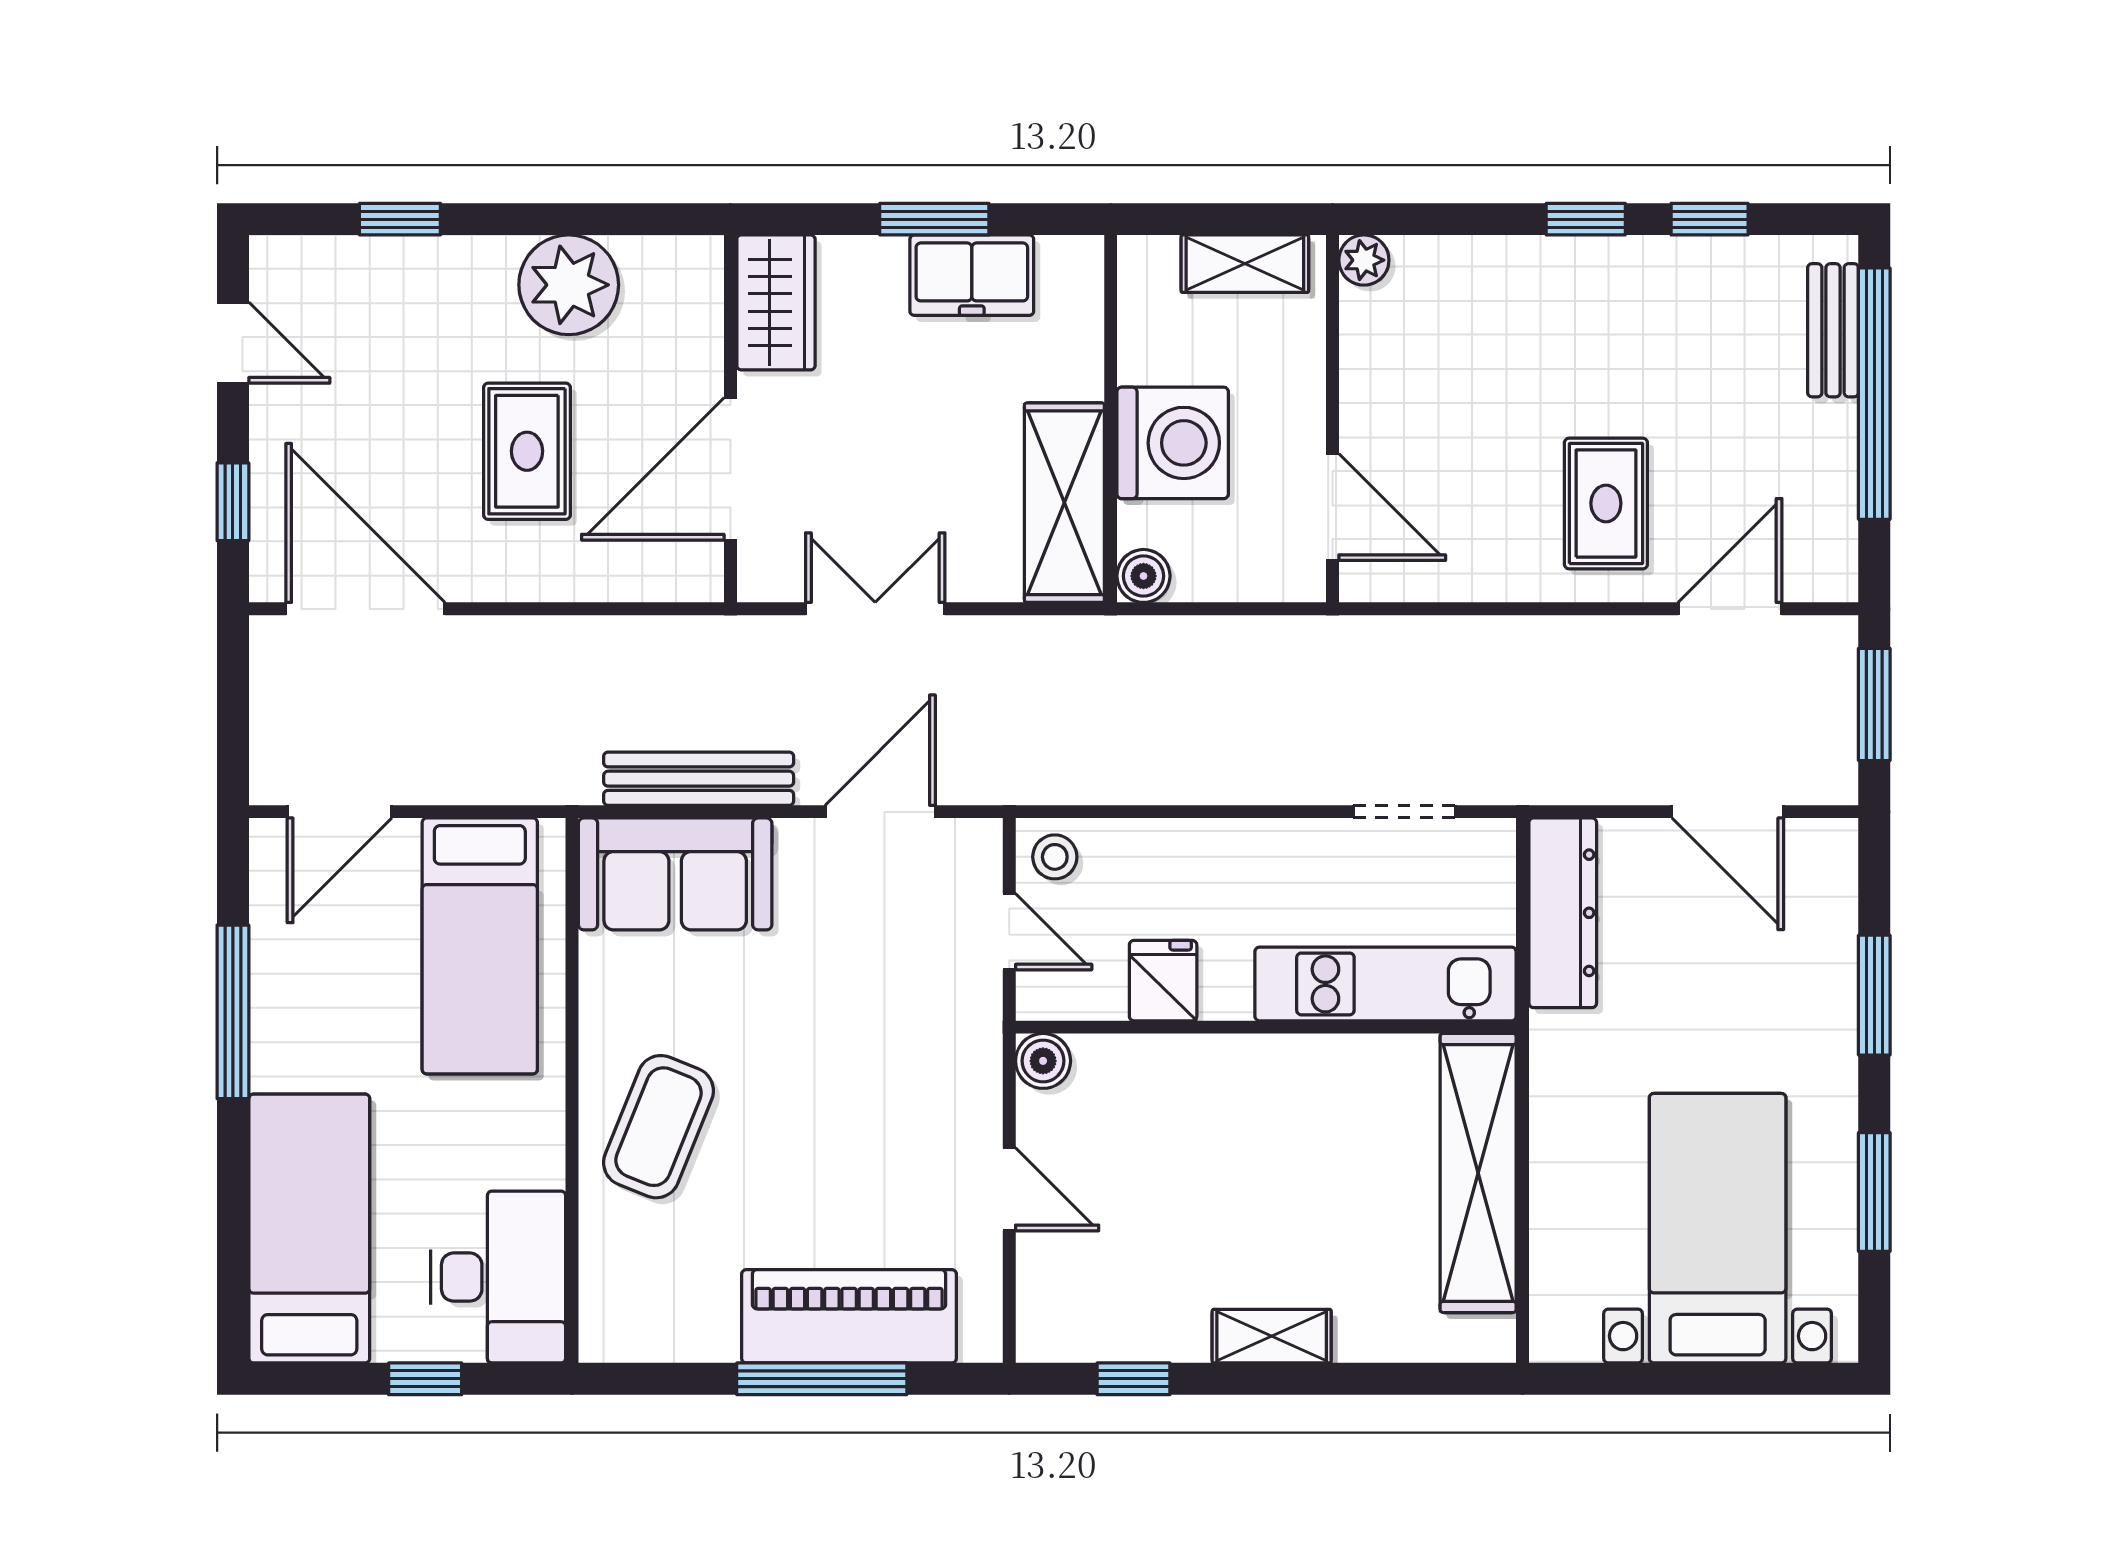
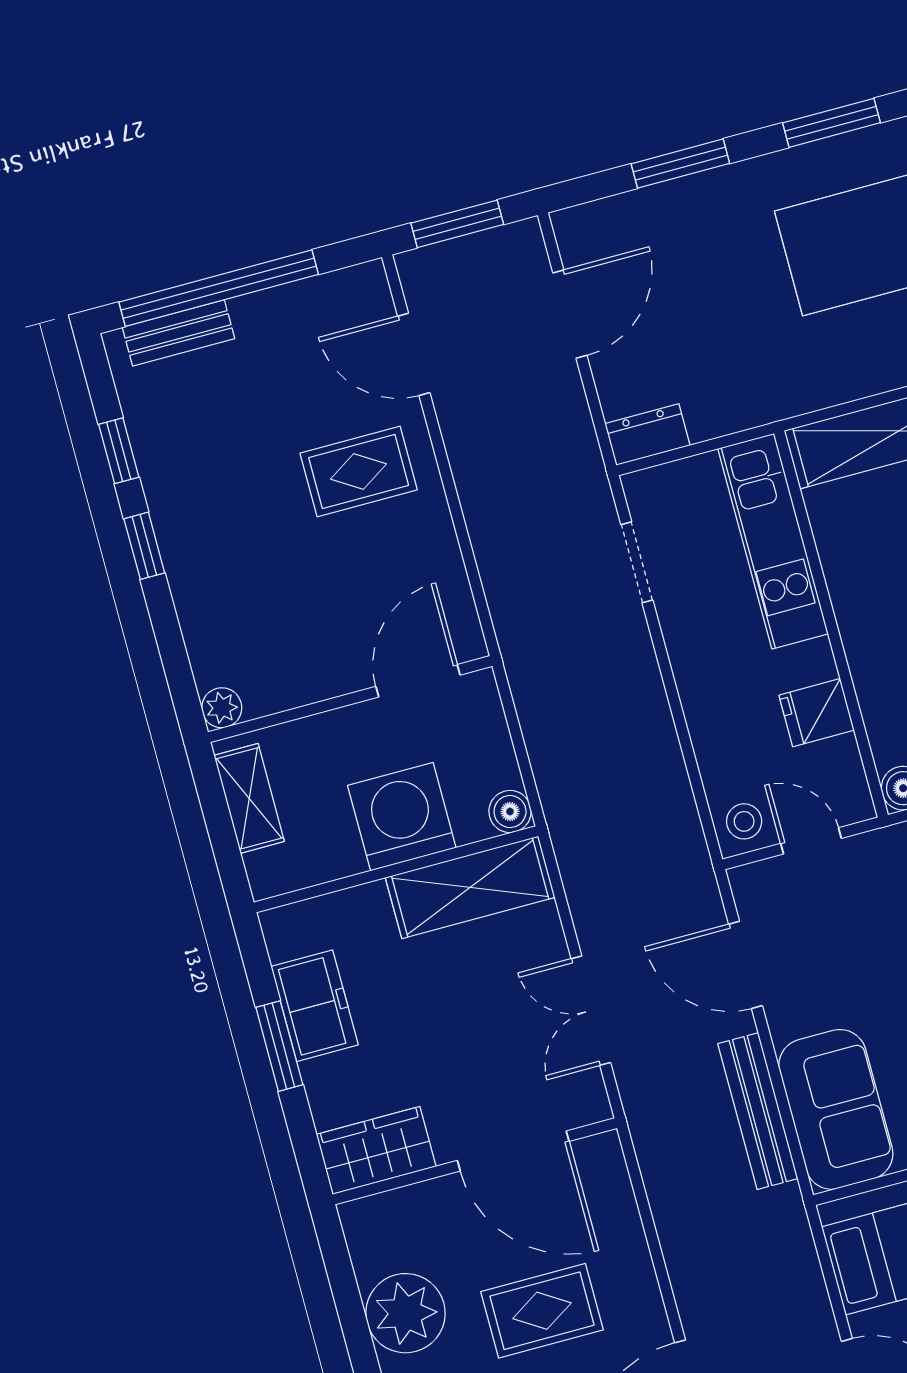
dresser: (1563, 913) -> (647, 435), width x0.51, depth x0.80
door: (1009, 932) -> (811, 841), hinge flipped

